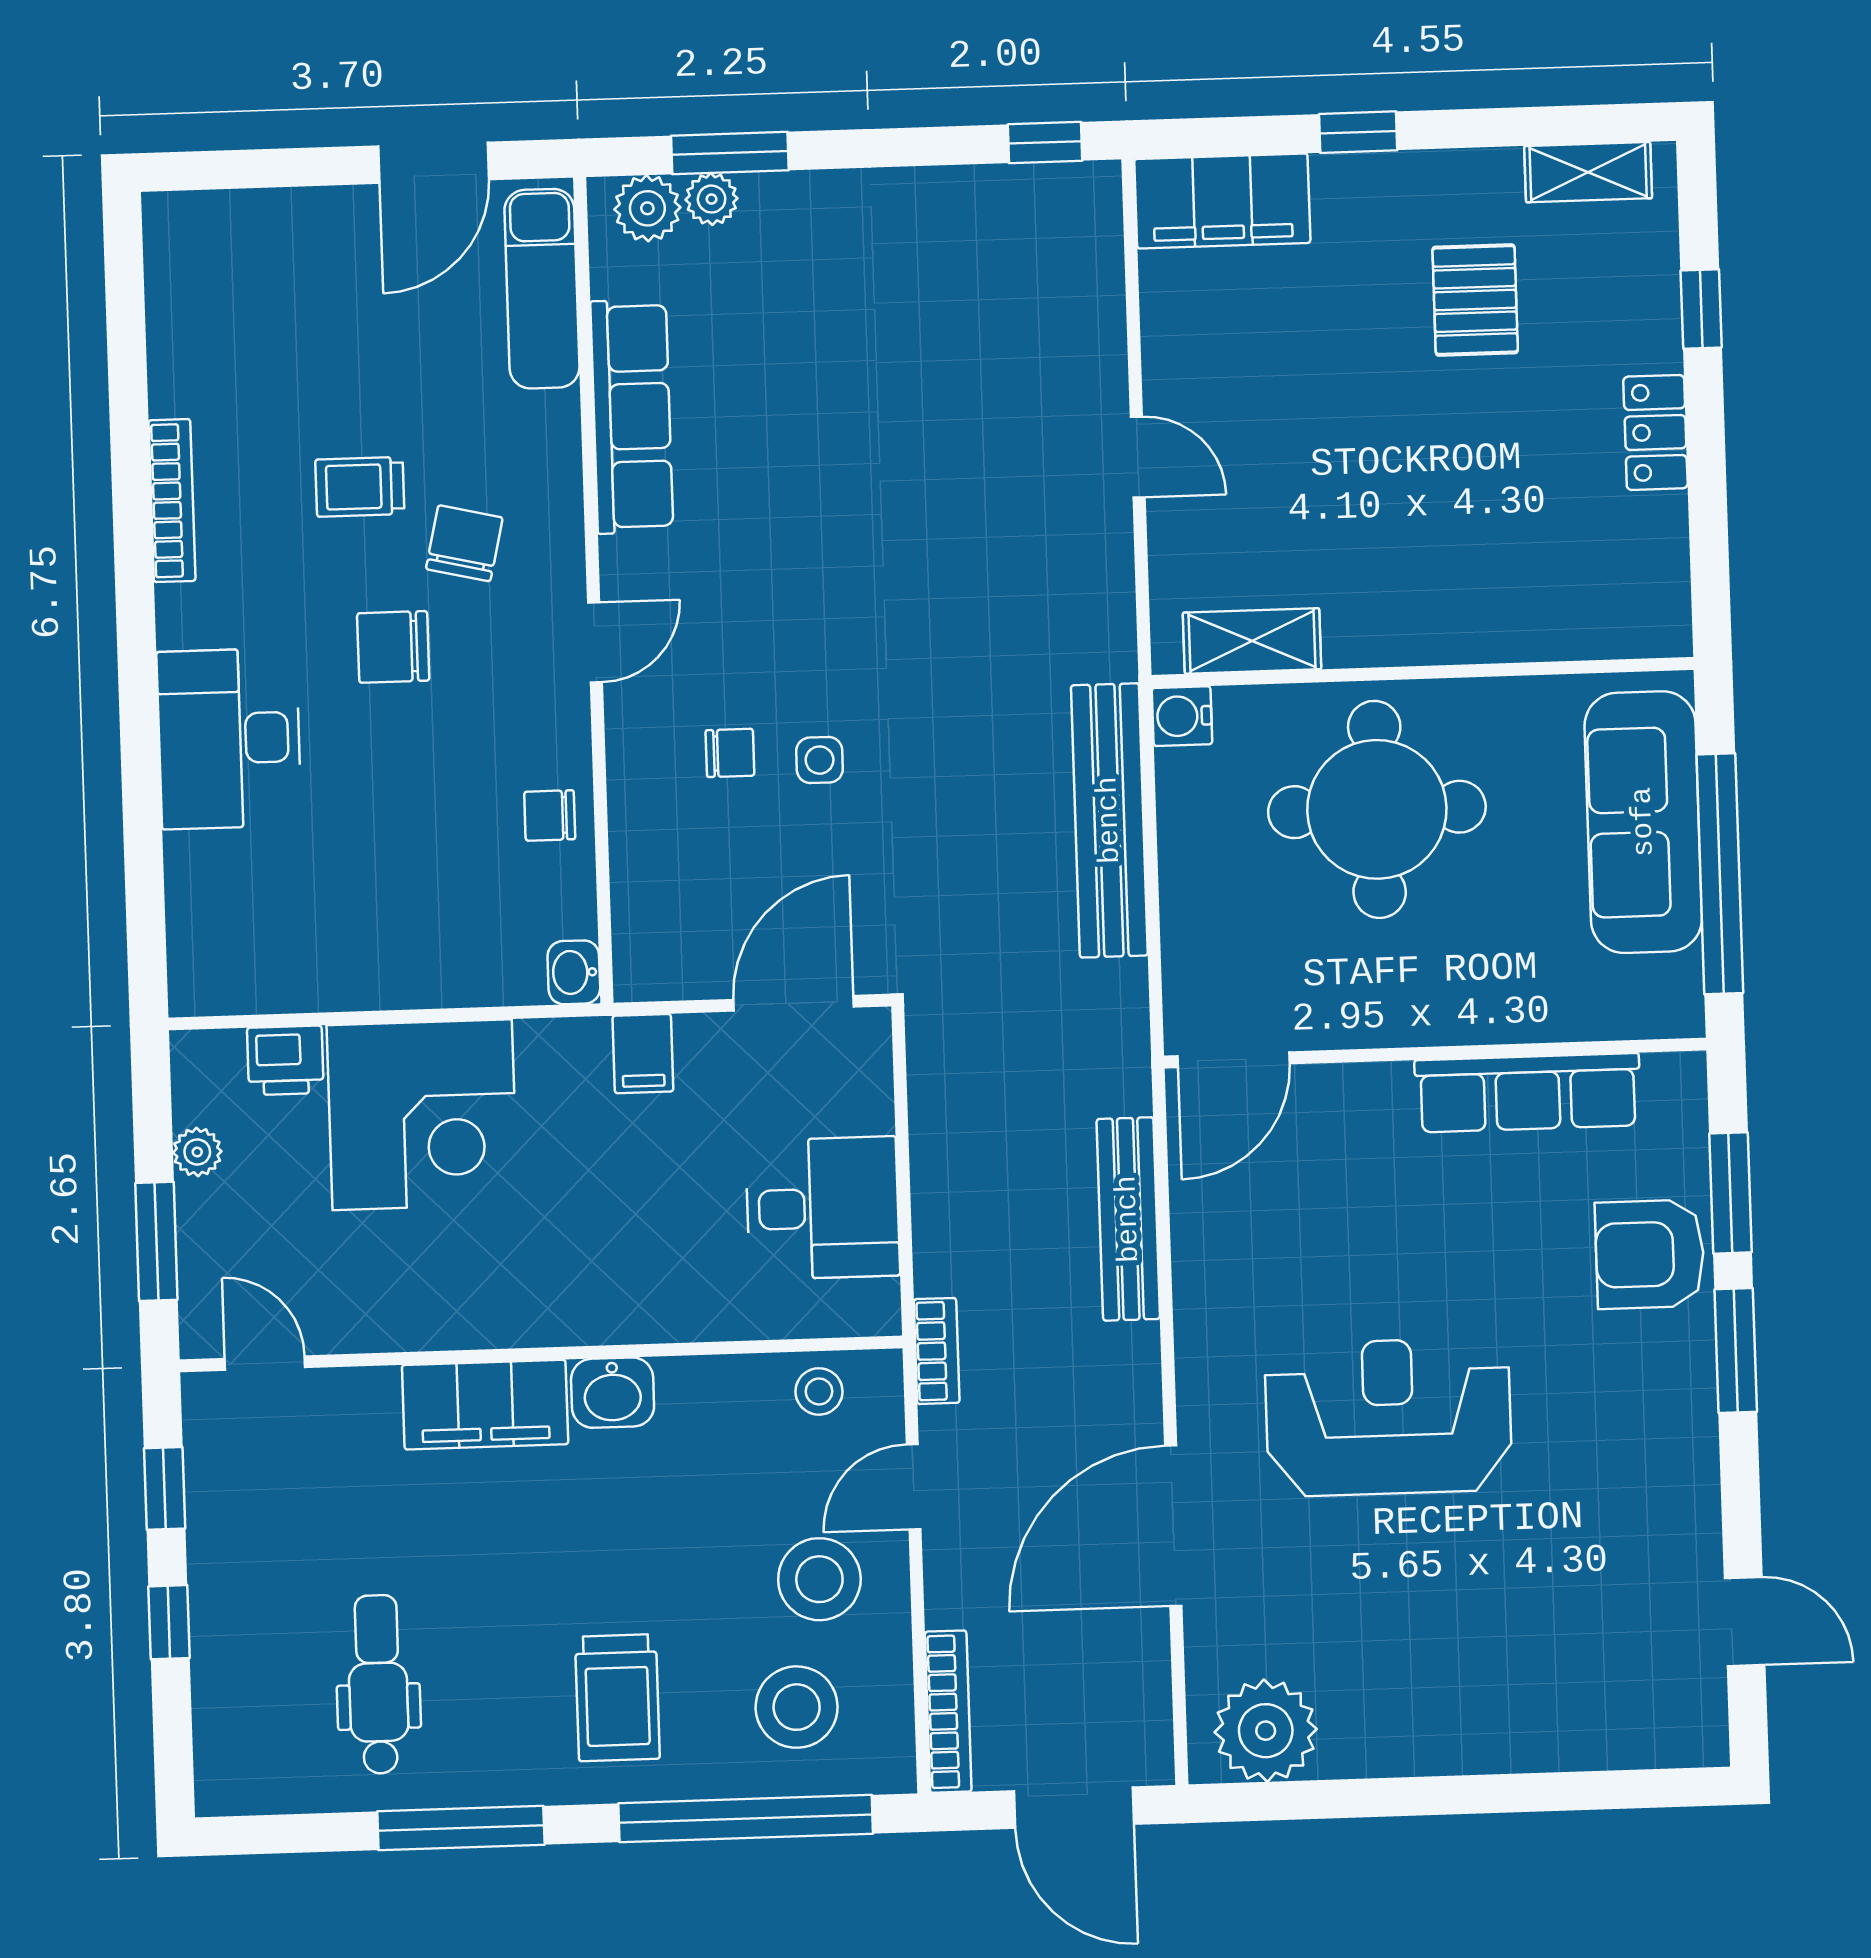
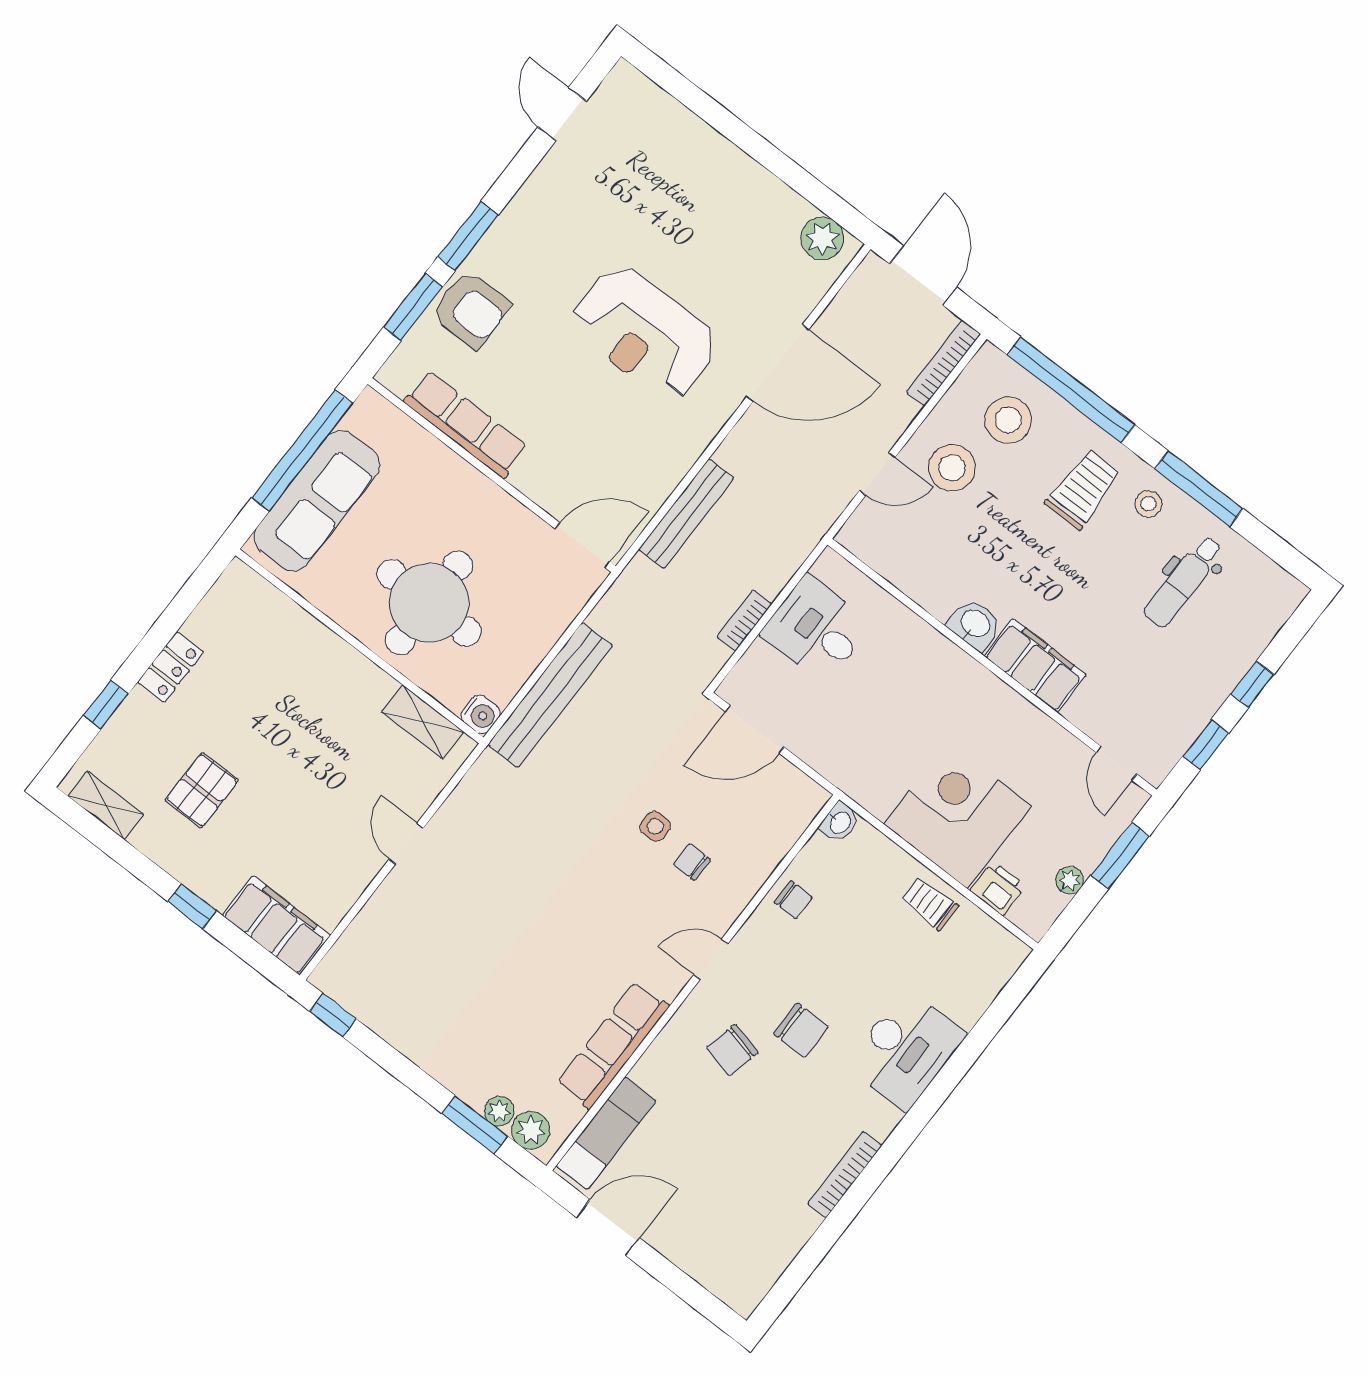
trolley: (360, 487) -> (930, 903), moved, turned 180
filing cabinet: (643, 1054) -> (839, 762), removed
bookcase: (937, 1351) -> (744, 621), moved
stool: (819, 1391) -> (1148, 504), moved
plant: (1266, 1731) -> (822, 238), width x0.73, depth x0.73

